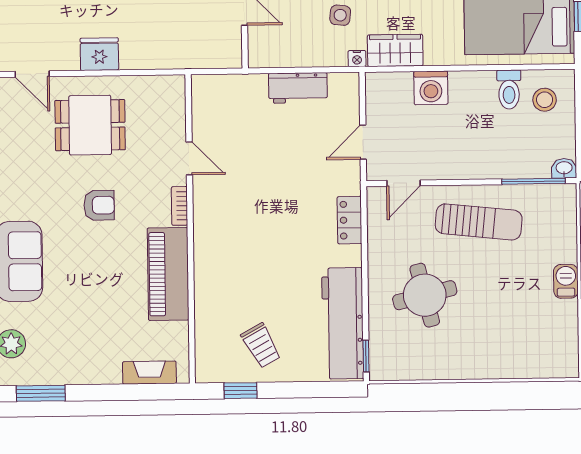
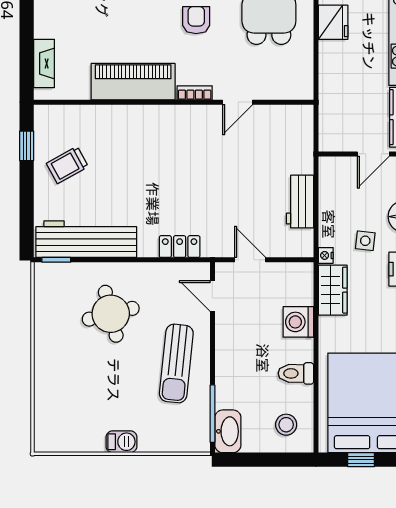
toilet: (509, 89) -> (296, 373), moved
washbasin: (564, 168) -> (228, 431), width x1.91, depth x1.45
armchair: (99, 205) -> (196, 20), turned 180

